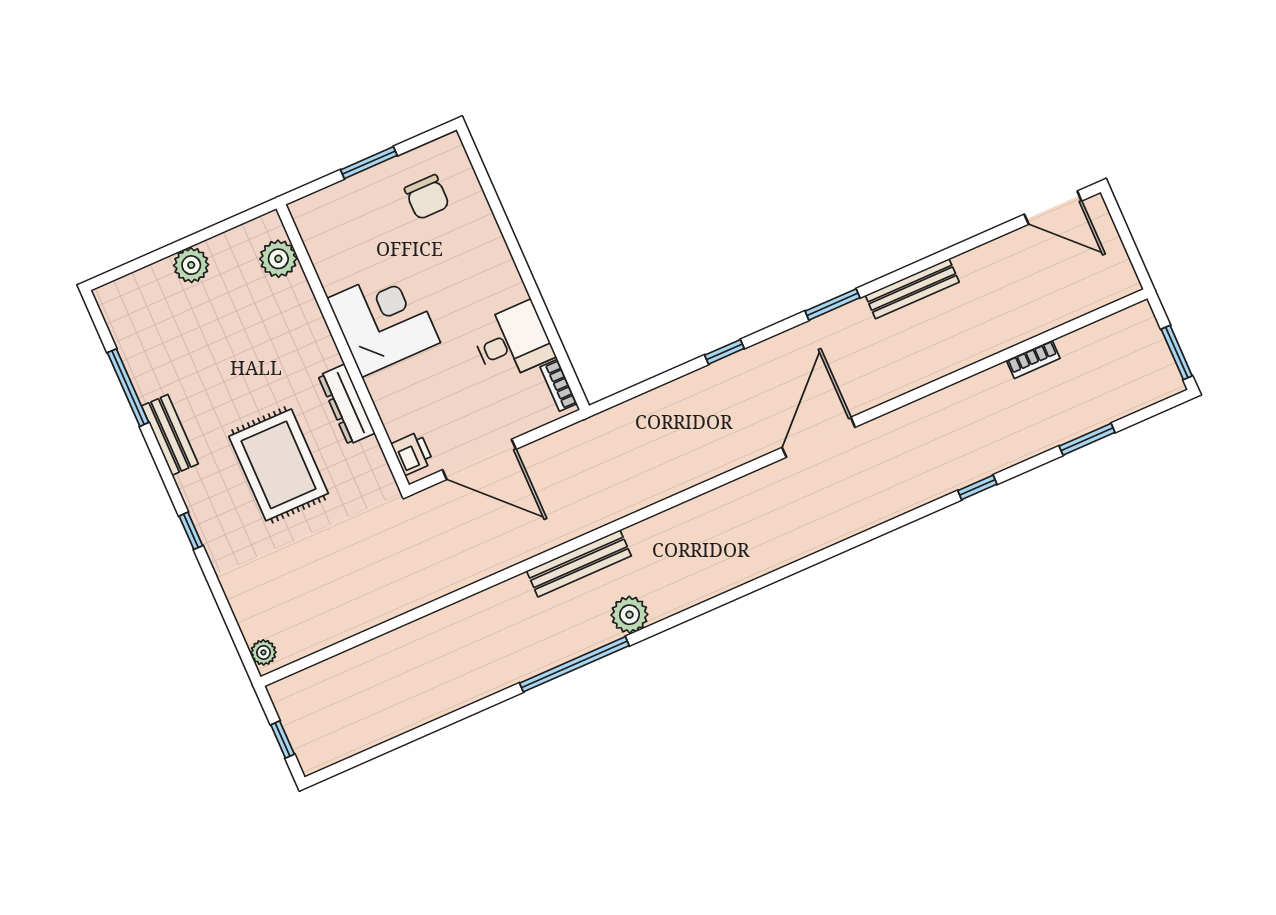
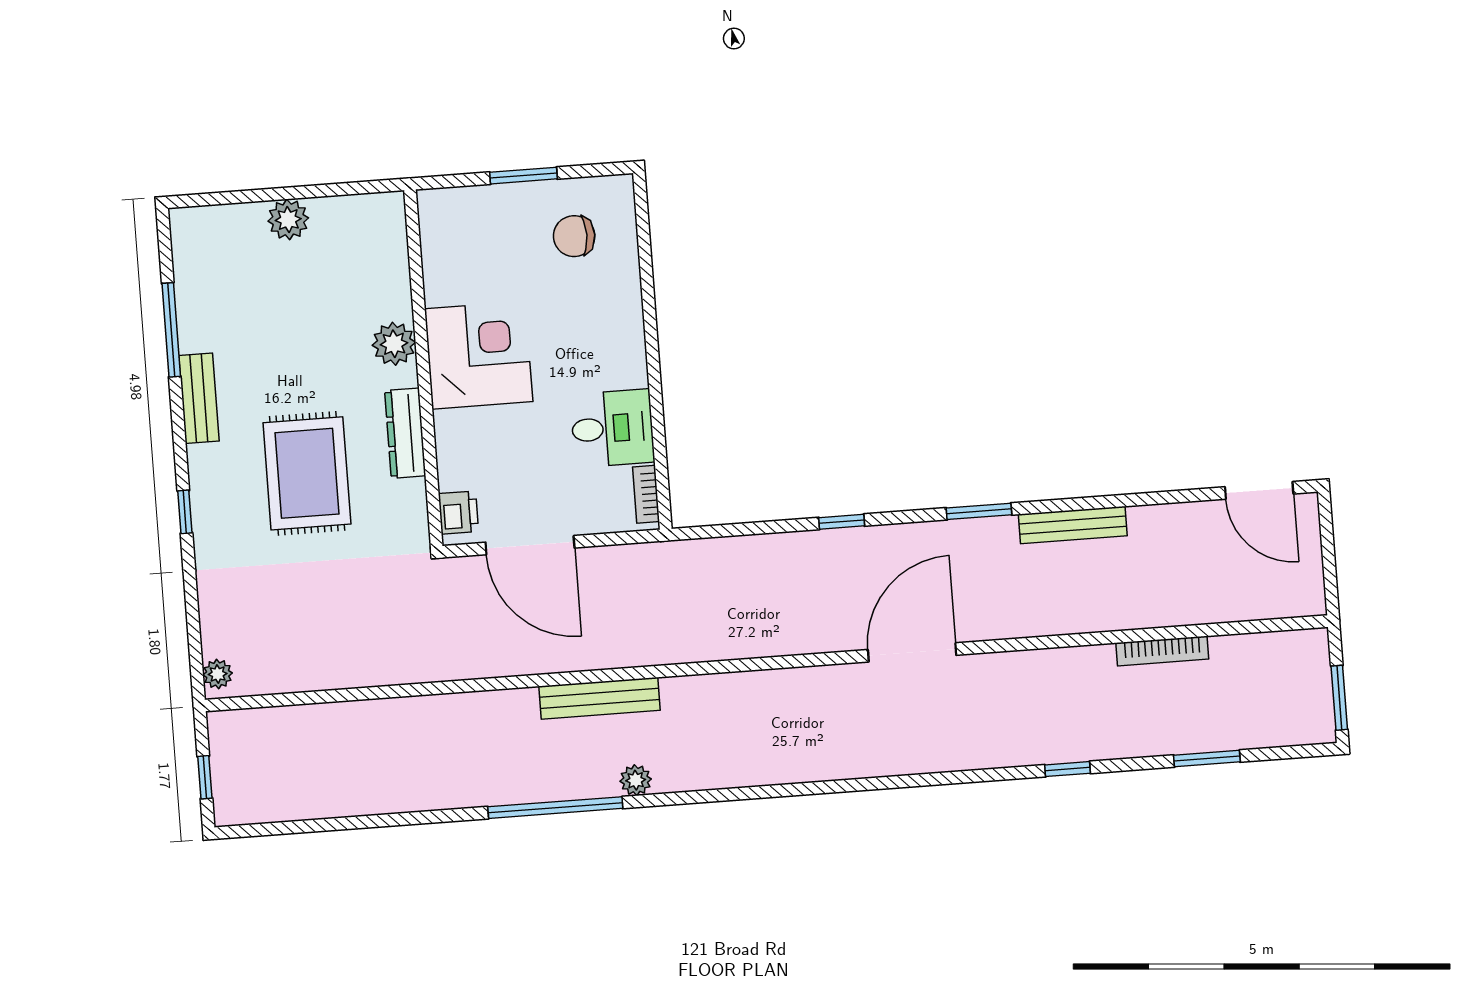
chair: (427, 197) -> (574, 236), turned 90
plant: (278, 259) -> (394, 344), moved
bookcase: (1033, 359) -> (1162, 651), width x1.56
plant: (629, 615) -> (636, 780), width x0.73, depth x0.73

